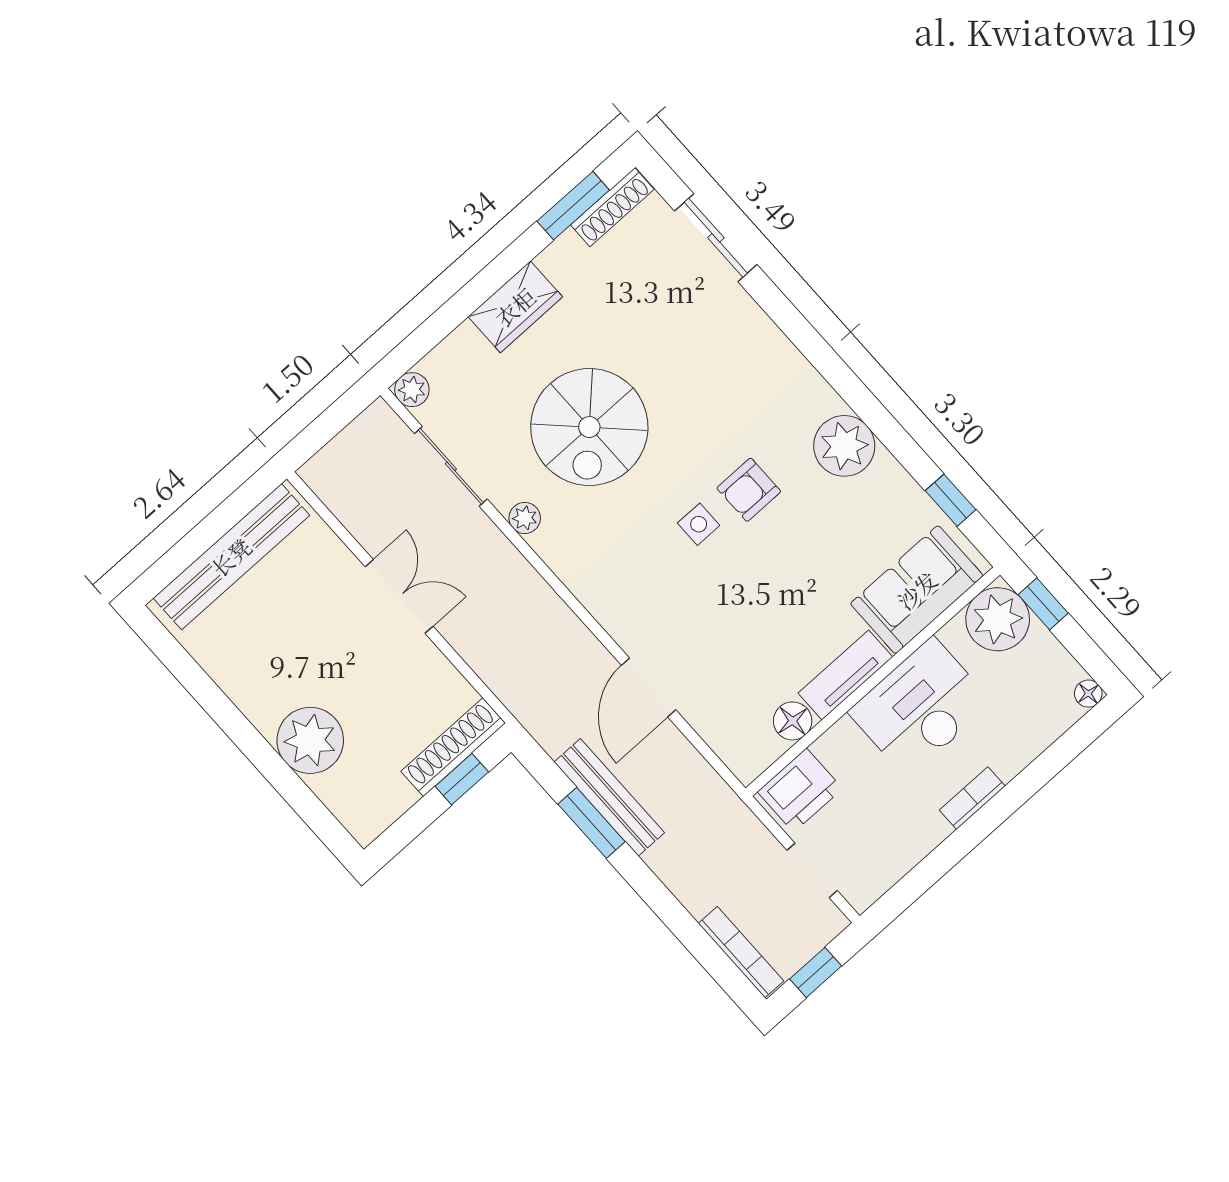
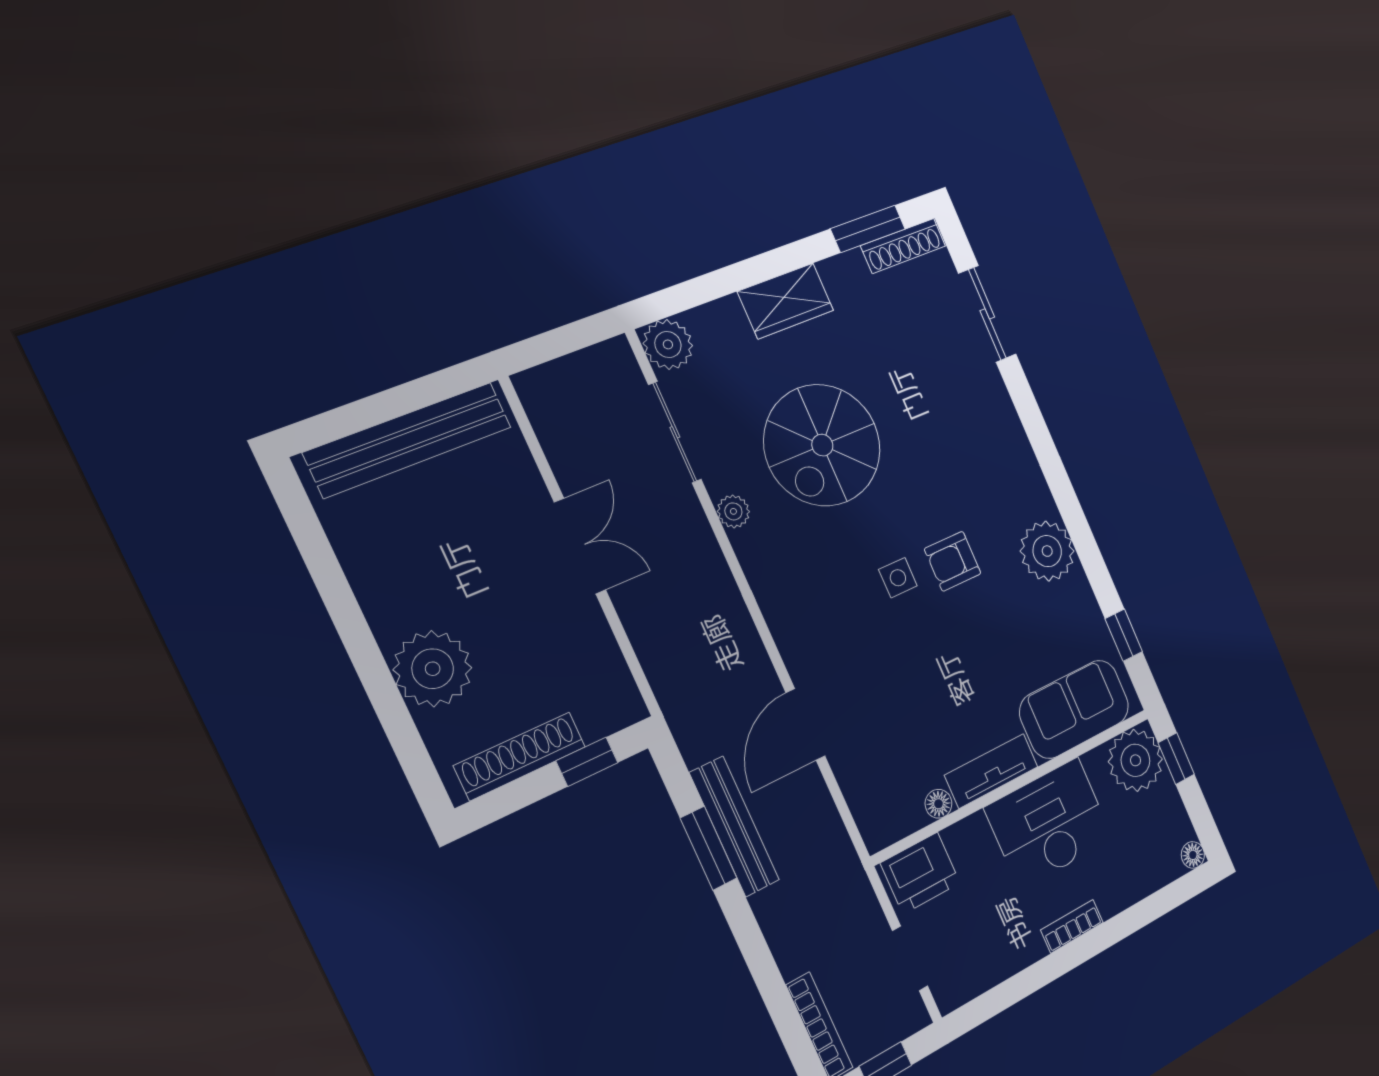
plant: (412, 390) -> (668, 344), width x1.38, depth x1.38
floor lamp: (793, 721) -> (938, 804), width x0.73, depth x0.73
shoe rack: (453, 747) -> (520, 756), moved

